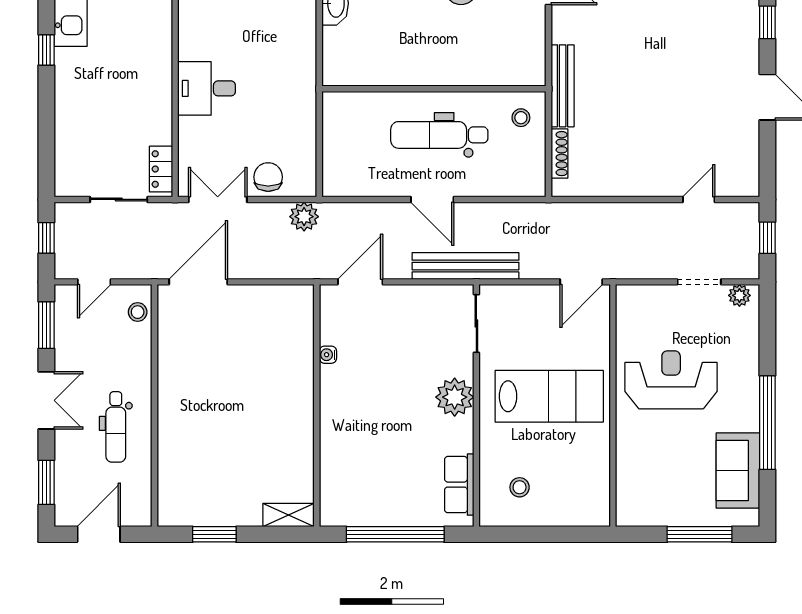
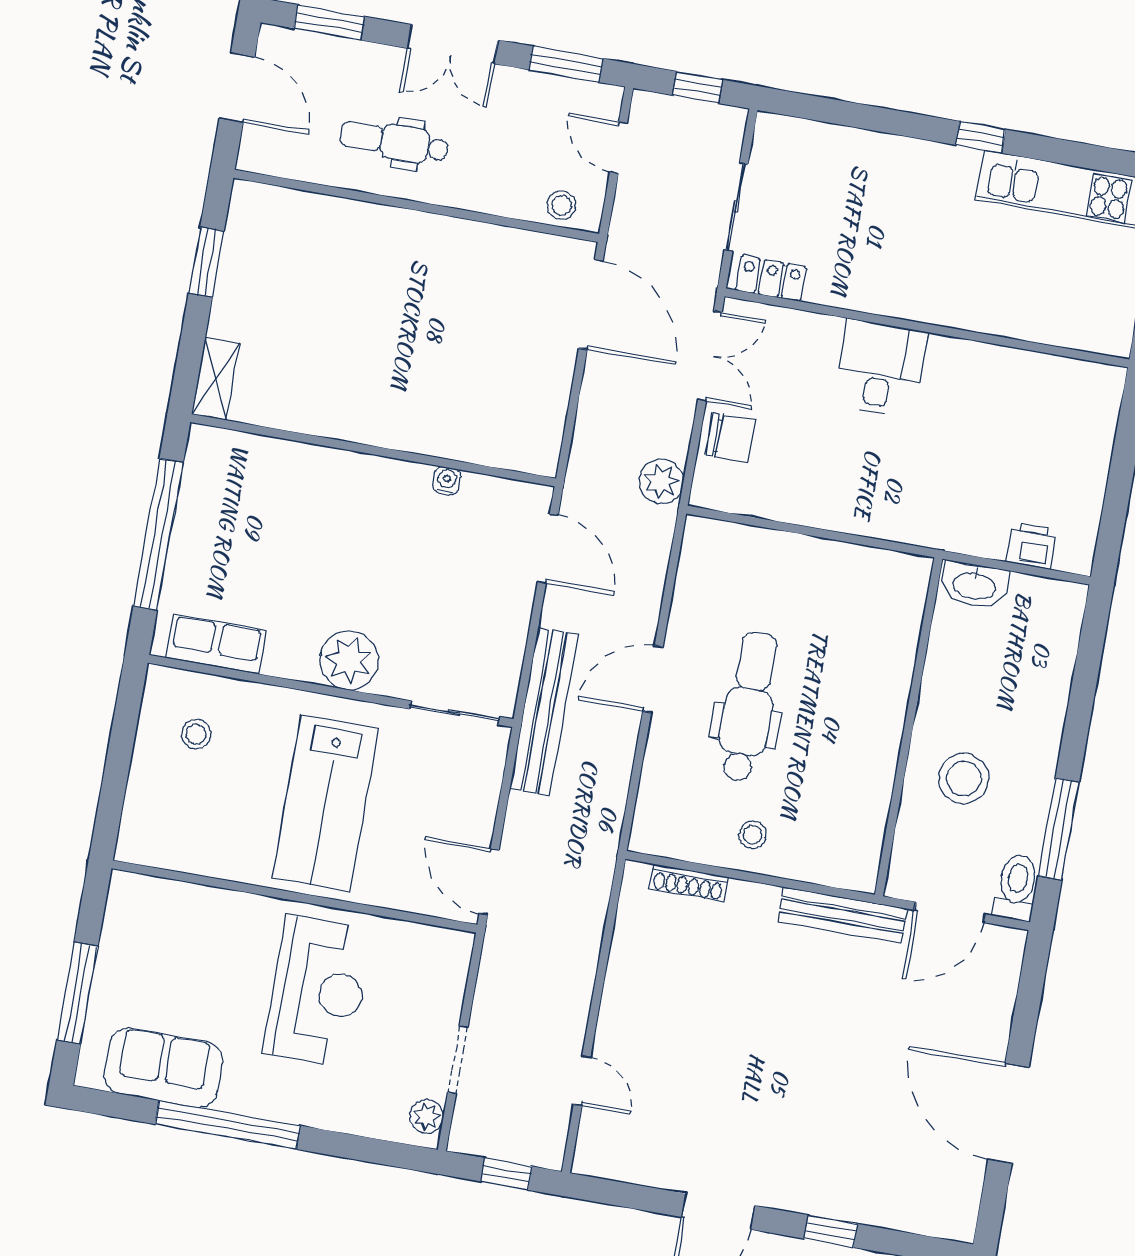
bench: (563, 86) -> (843, 915), moved
wall: (434, 89) -> (909, 727), moved

